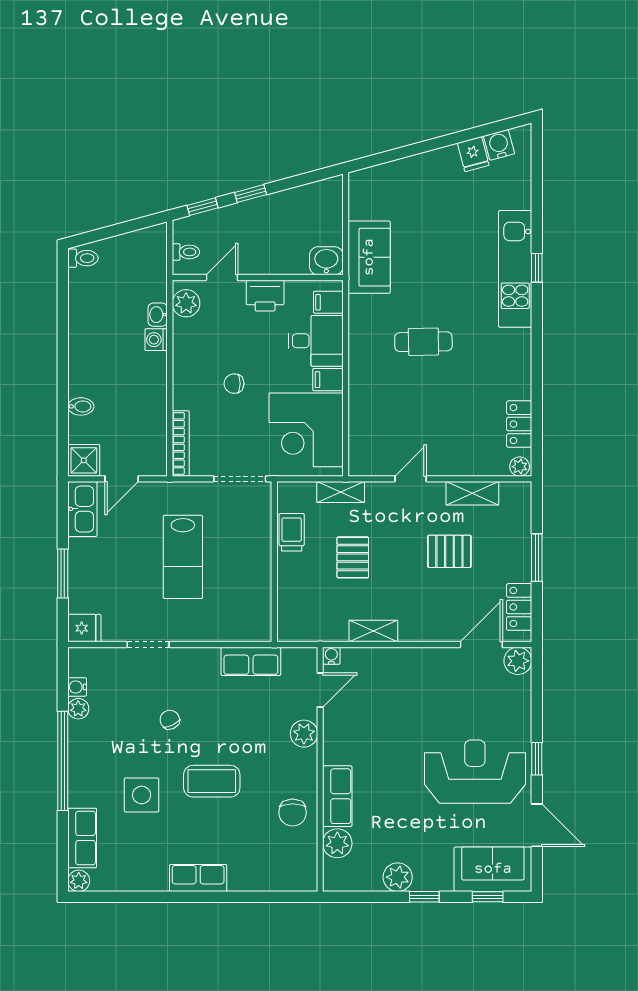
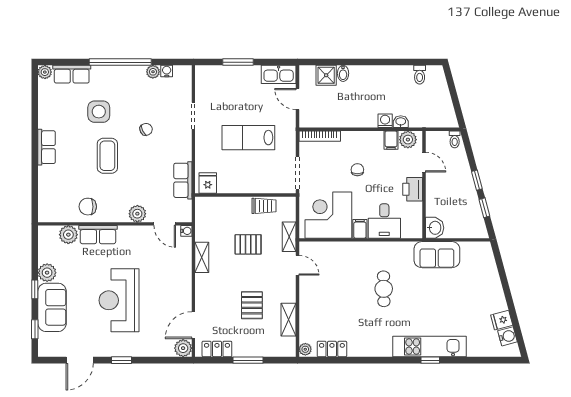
window: (202, 207) -> (484, 208), moved
toilet: (186, 252) -> (455, 139), moved
toilet: (83, 258) -> (420, 75), moved
filing cabinet: (328, 302) -> (391, 140), moved, turned 180
shower: (84, 460) -> (326, 75), moved
door: (411, 479) -> (298, 265), moved
fridge: (84, 628) -> (208, 183), moved, turned 180
door: (481, 644) -> (193, 325), swing flipped
reception desk: (475, 772) -> (119, 300), moved, turned 180
sofa: (493, 869) -> (52, 307), moved

